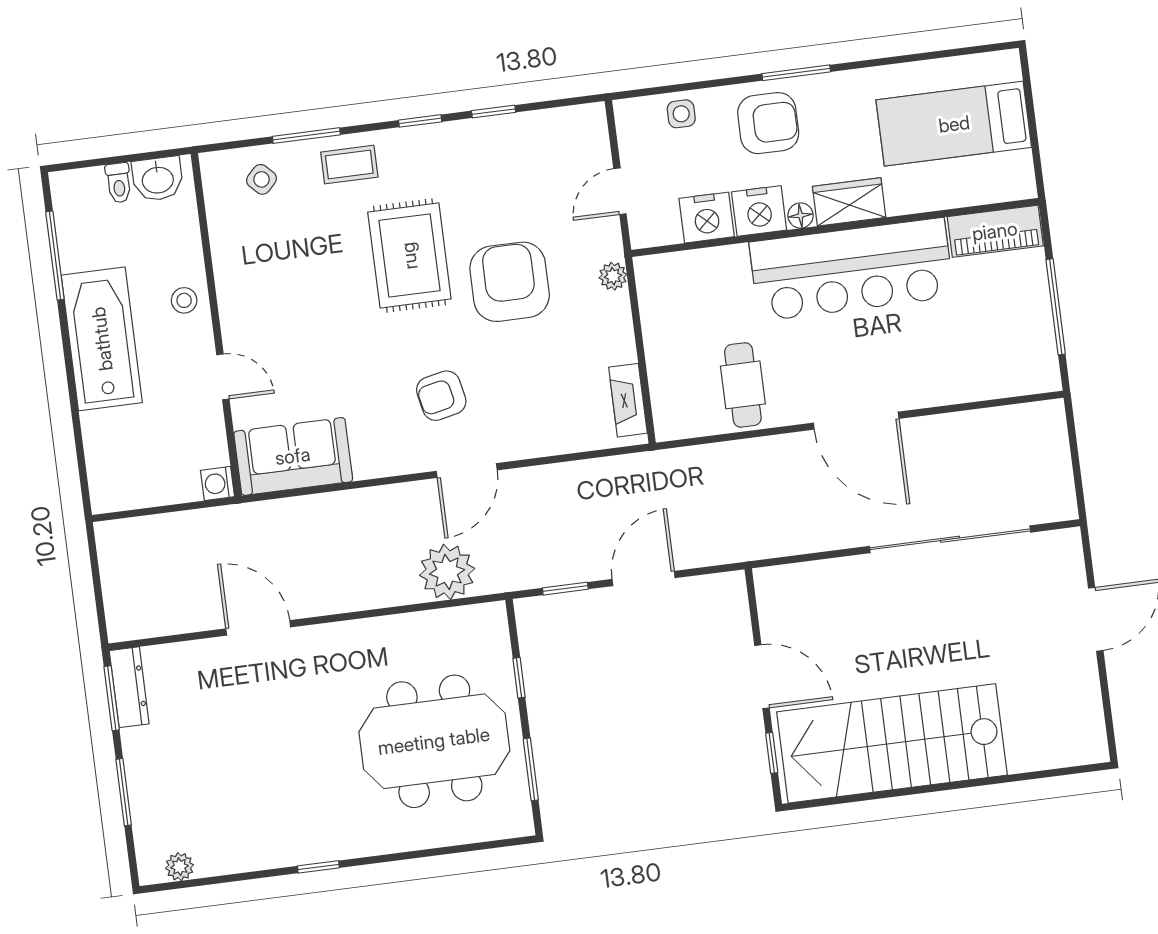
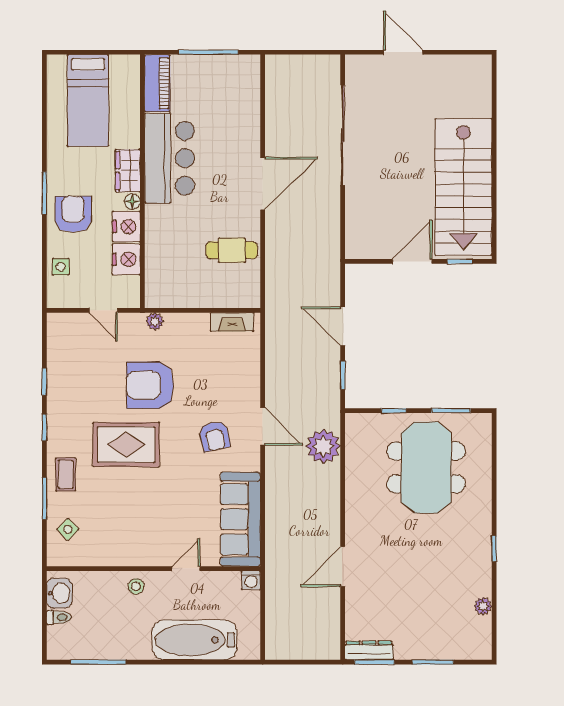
bar counter: (852, 269) -> (169, 158), width x0.73
bathtub: (102, 339) -> (194, 640), moved
sofa: (293, 456) -> (240, 519), width x1.36
plant: (180, 867) -> (483, 606), moved

